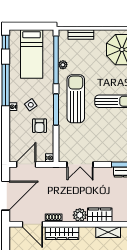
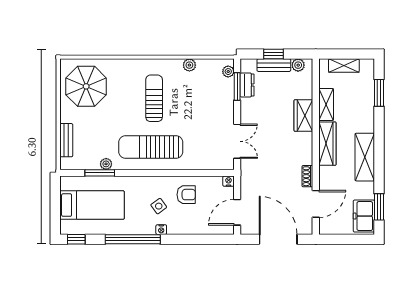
window: (56, 60) -> (100, 173), width x0.47
window: (56, 109) -> (165, 173), removed
door: (26, 164) -> (237, 212), hinge flipped
plant: (80, 215) -> (304, 142), removed
wardrobe: (62, 233) -> (327, 144), moved

